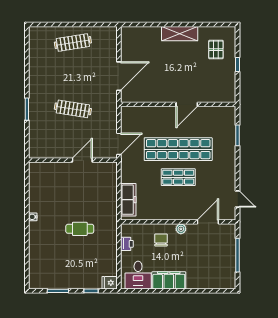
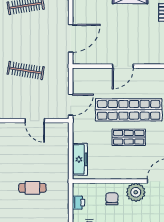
door: (187, 104) -> (123, 66), moved
door: (82, 160) -> (35, 121), swing flipped
plant: (181, 229) -> (136, 192), width x1.88, depth x1.88

